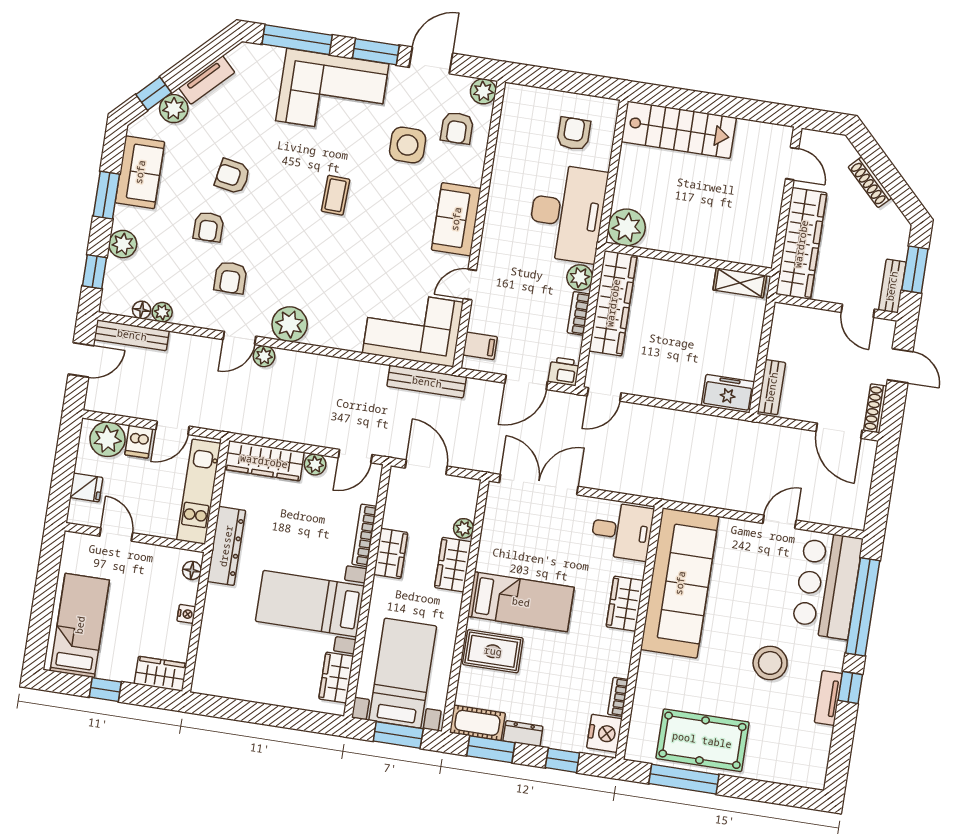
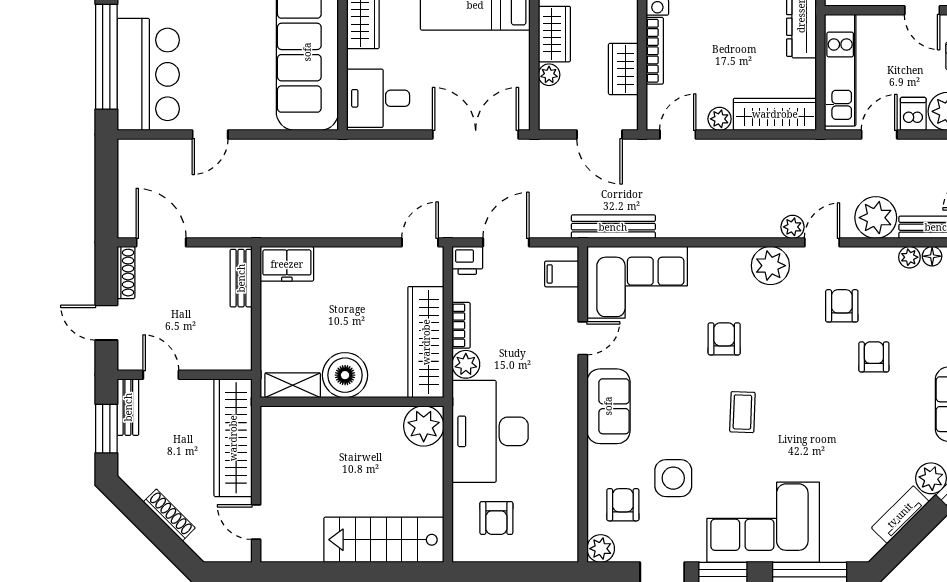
armchair: (232, 176) -> (724, 339), moved, turned -100
boiler: (691, 285) -> (345, 375), added
plant: (187, 353) -> (876, 218), added
double door: (539, 485) -> (476, 134), swing flipped
wardrobe: (391, 553) -> (623, 69), moved

